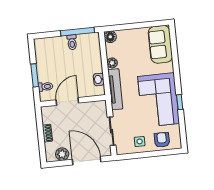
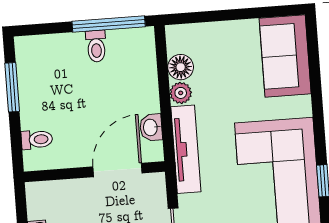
floor lamp: (110, 37) -> (181, 67), moved
window: (35, 75) -> (12, 87), moved
door: (67, 101) -> (118, 170), moved

